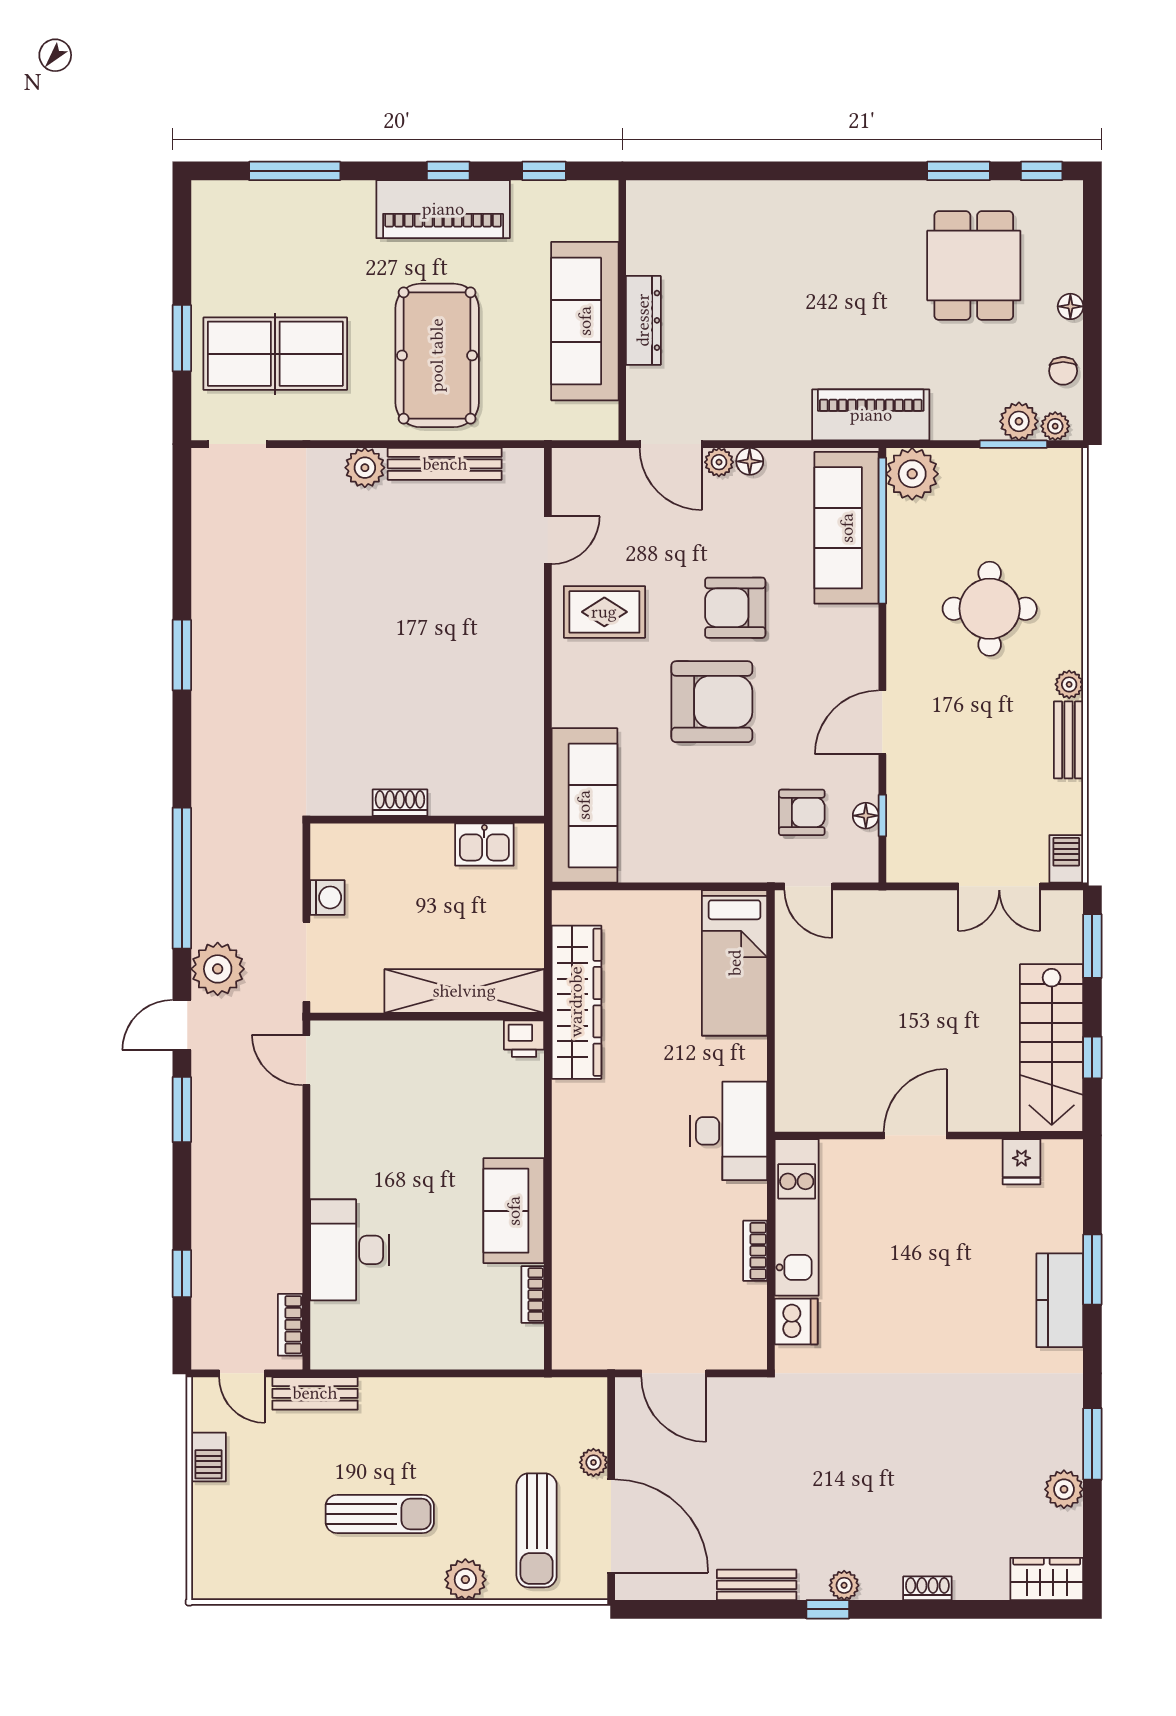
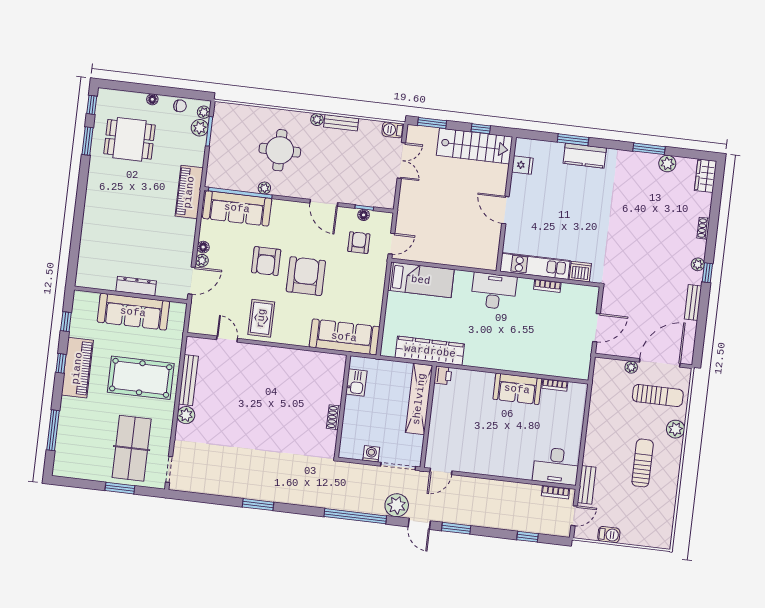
plant: (912, 474) -> (264, 188), moved, width x0.53, depth x0.53
desk: (350, 1250) -> (556, 466), moved

